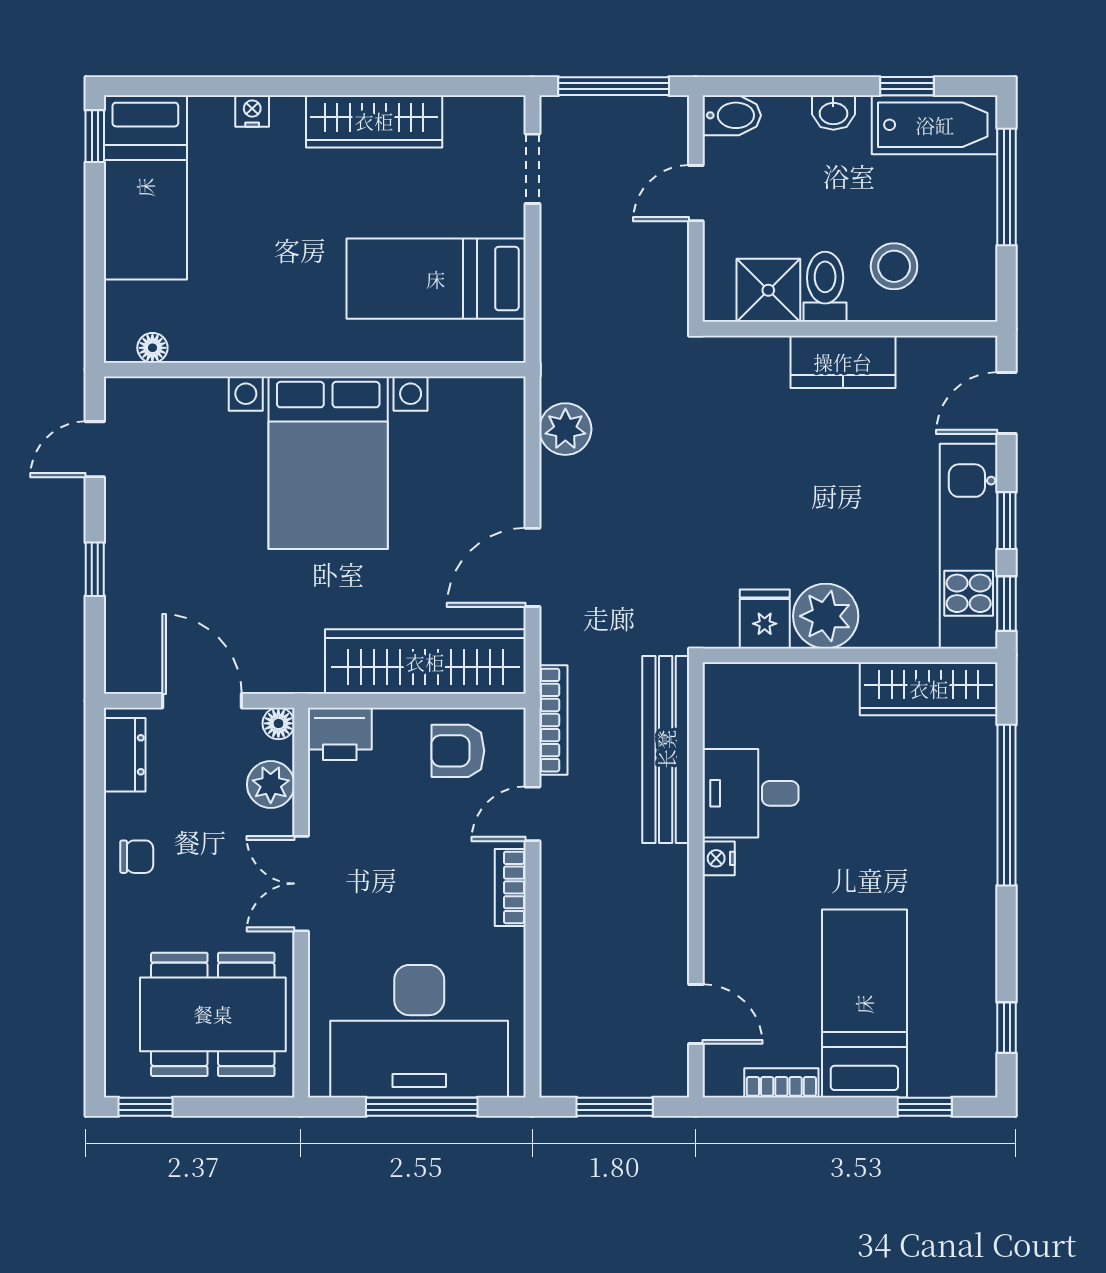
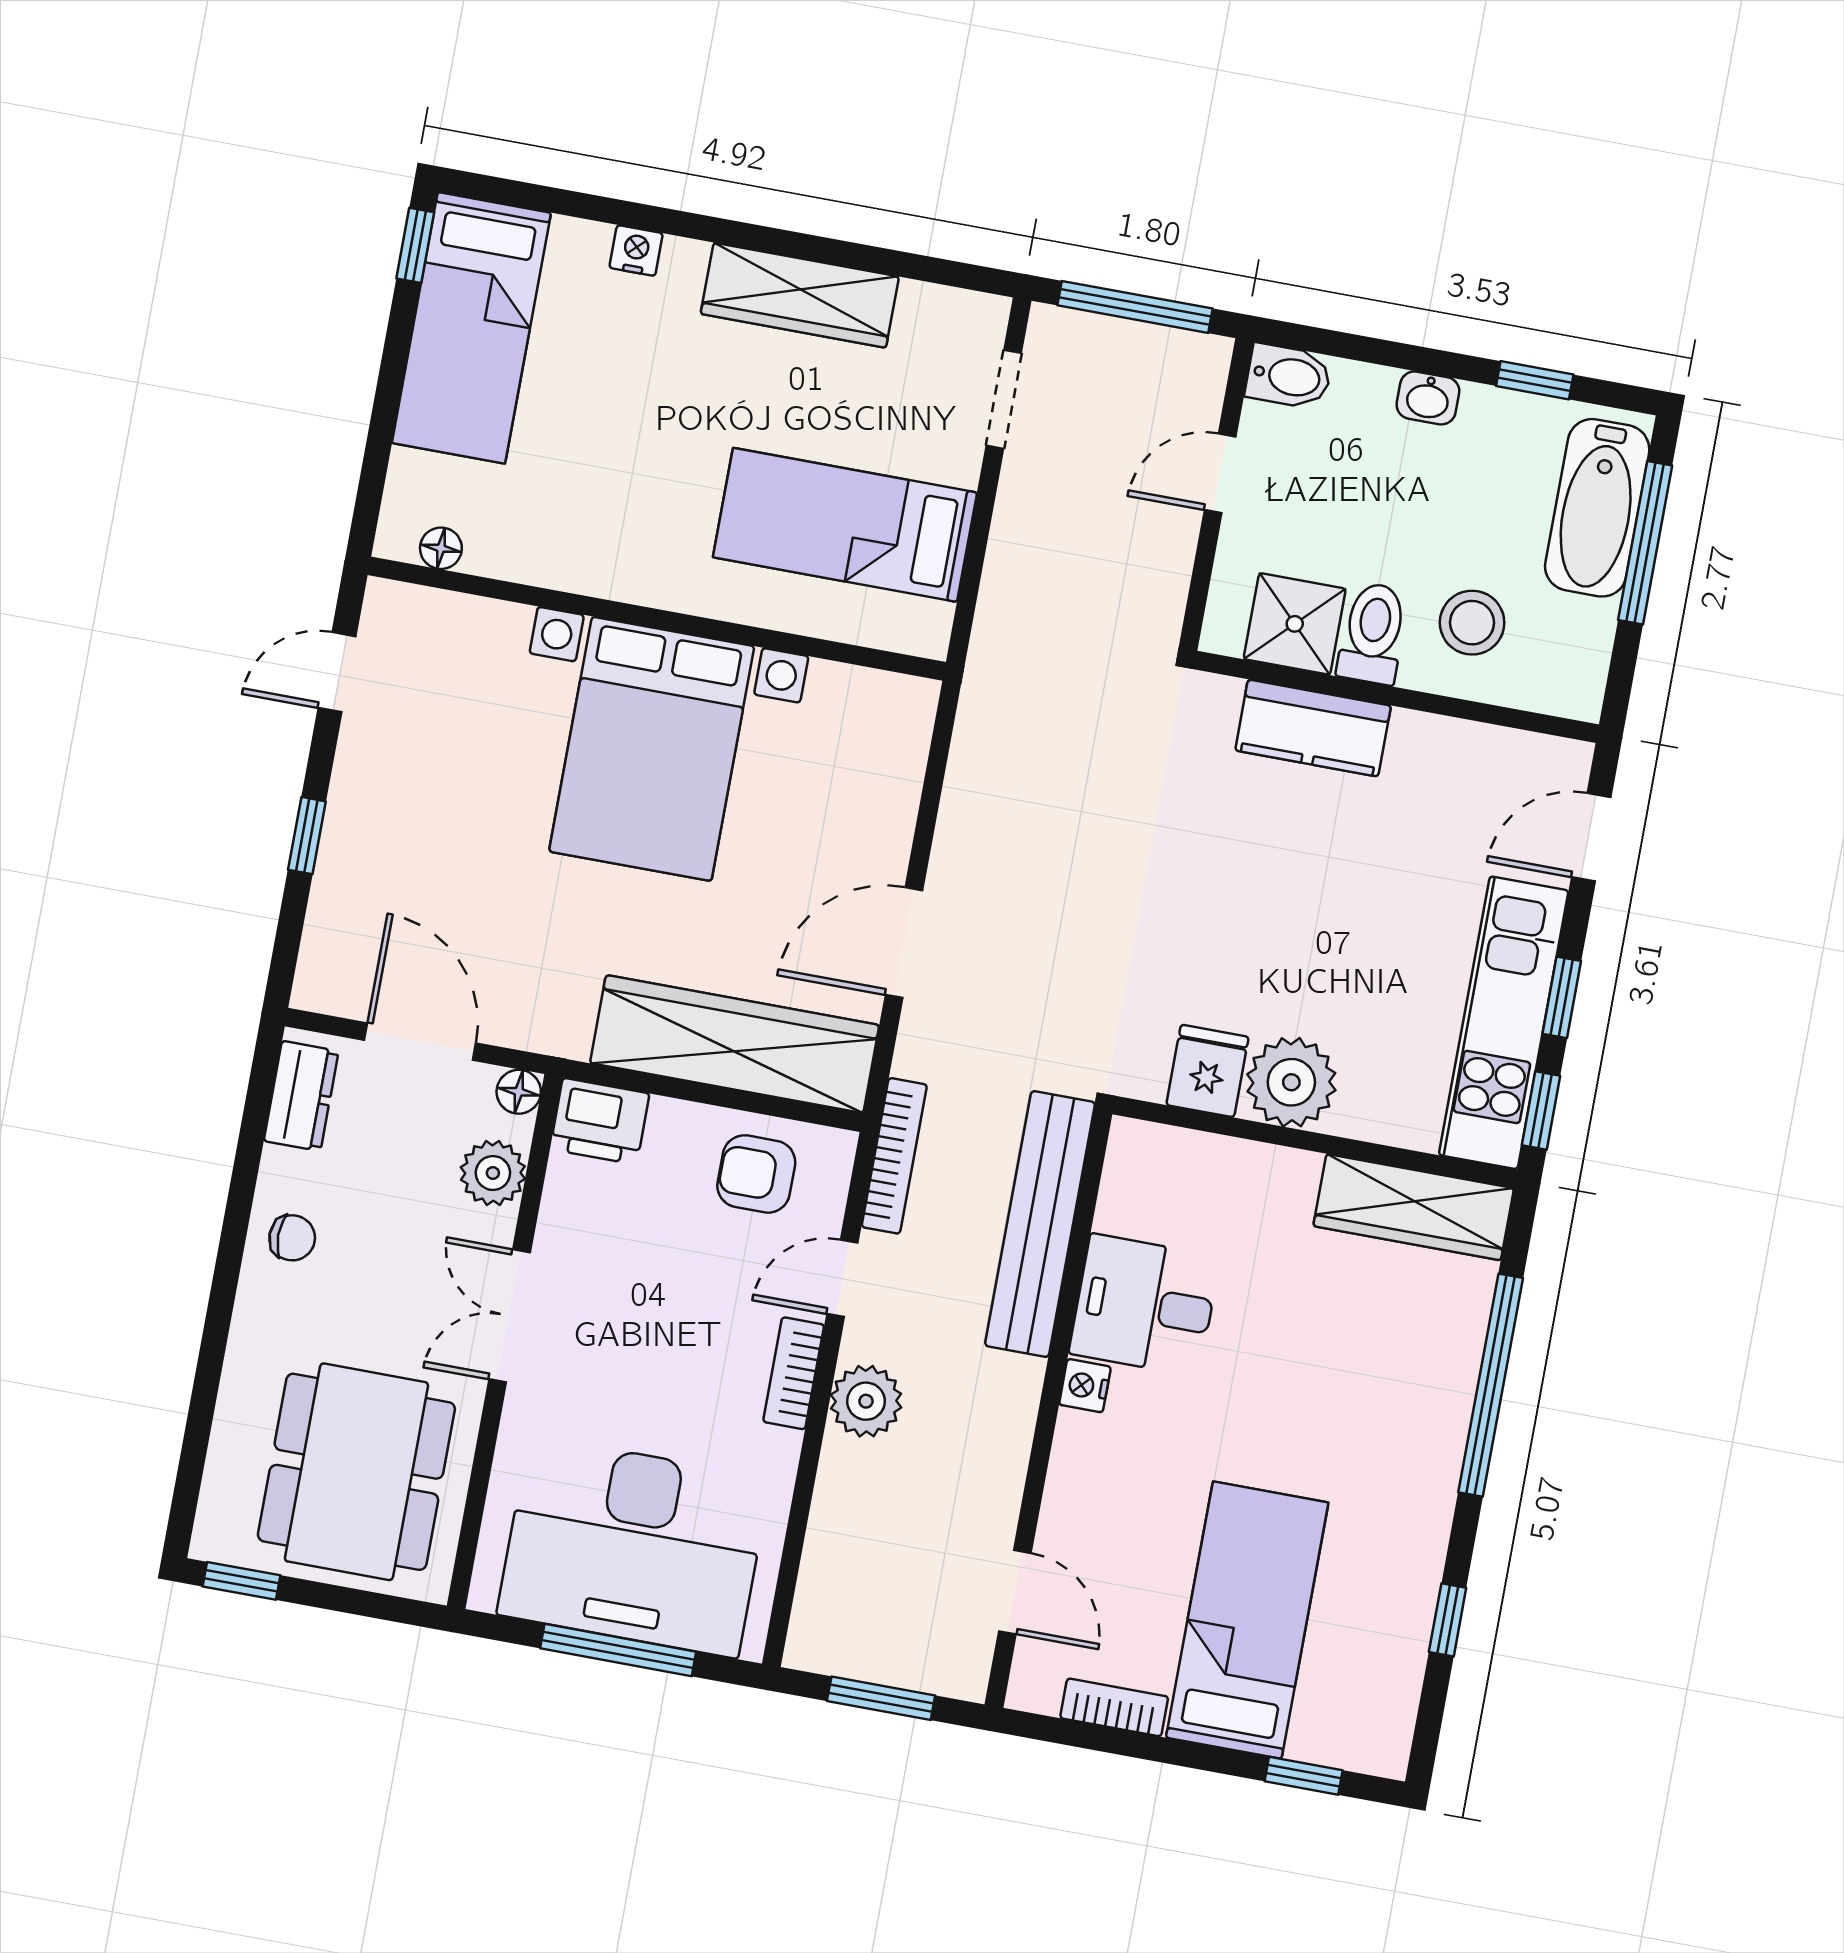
bathtub: (935, 125) -> (1597, 508), moved, turned 90
kitchen counter: (843, 362) -> (1313, 728), moved
plant: (565, 429) -> (866, 1401), moved
dining table: (213, 1014) -> (356, 1472), turned 90
window: (1007, 1028) -> (1448, 1620), moved

